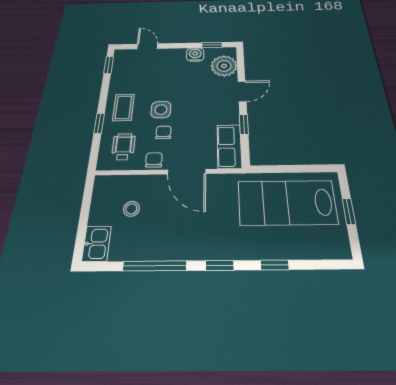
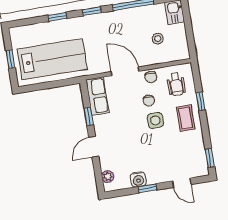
window: (212, 45) -> (147, 188), moved
plant: (224, 66) -> (108, 176), width x0.53, depth x0.53

